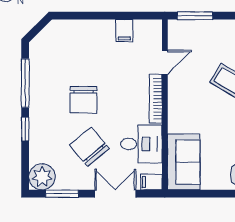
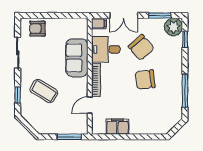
filing cabinet: (124, 31) -> (117, 127), width x2.00
chair: (83, 100) -> (145, 80), turned -97
window: (25, 129) -> (185, 39), moved
sofa: (184, 162) -> (77, 58), moved

